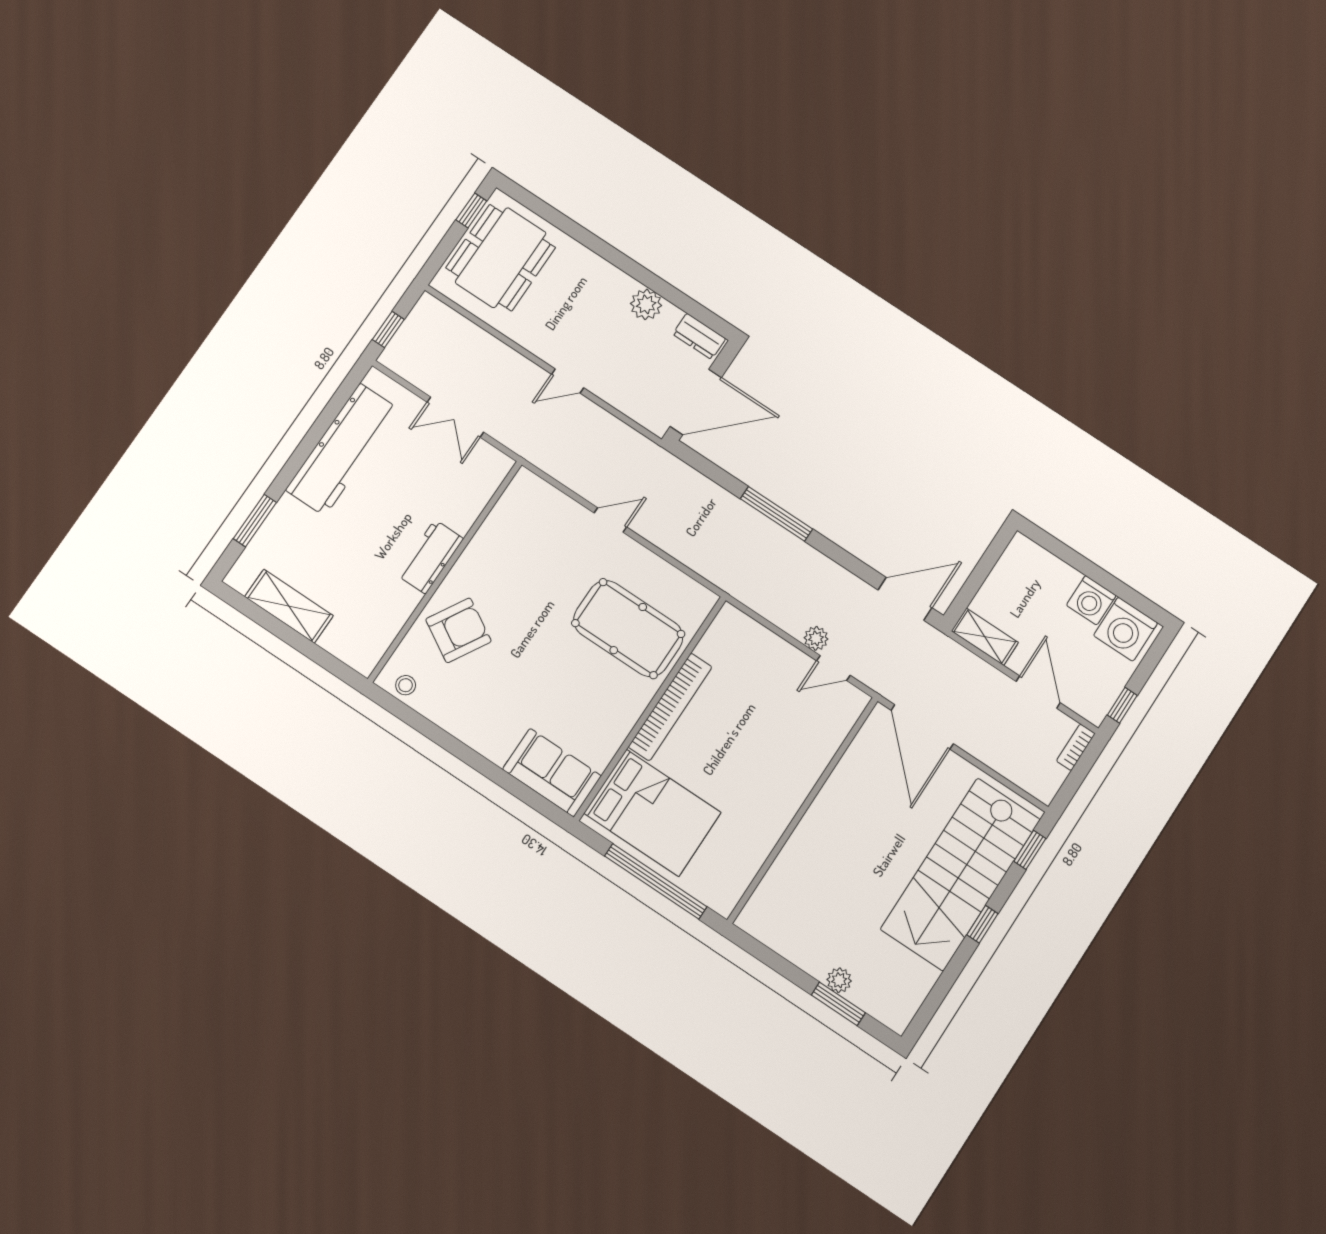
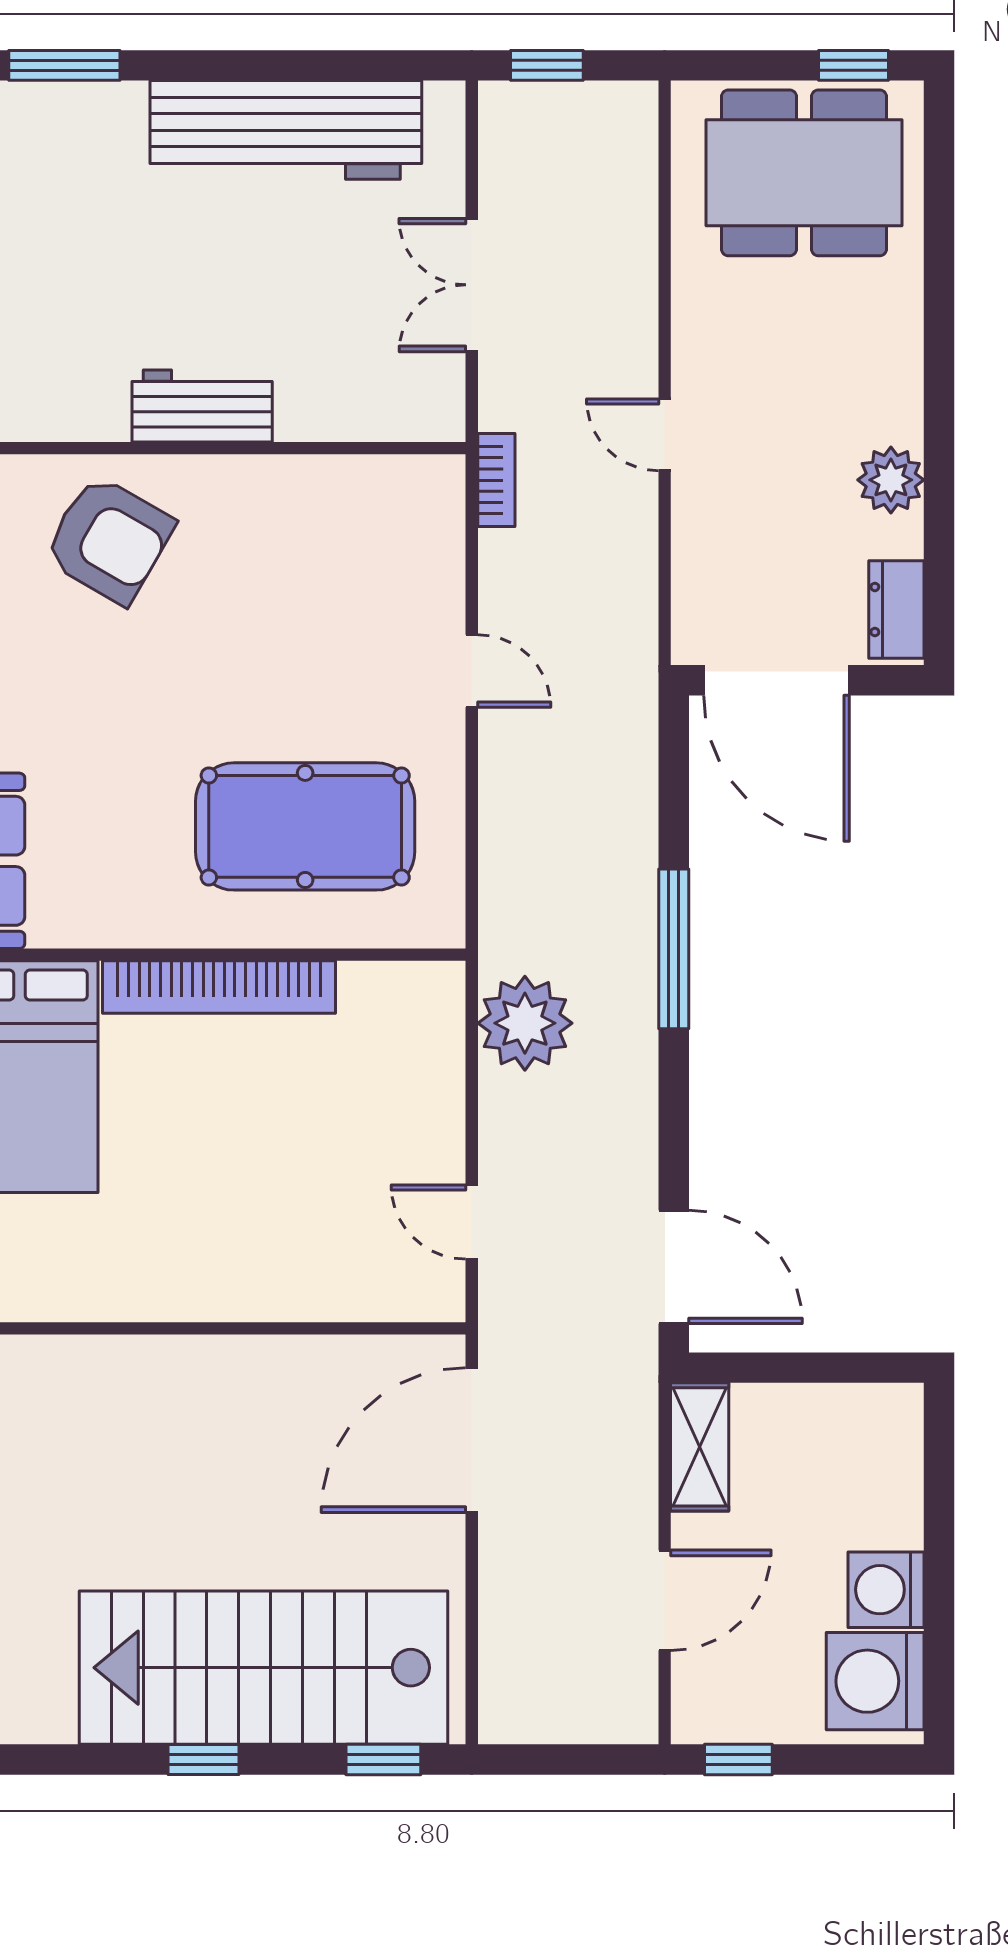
pool table: (628, 629) -> (305, 826), turned 90
plant: (816, 638) -> (525, 1023), moved, width x1.88, depth x1.88
bookcase: (1076, 747) -> (496, 480), moved, turned 90

